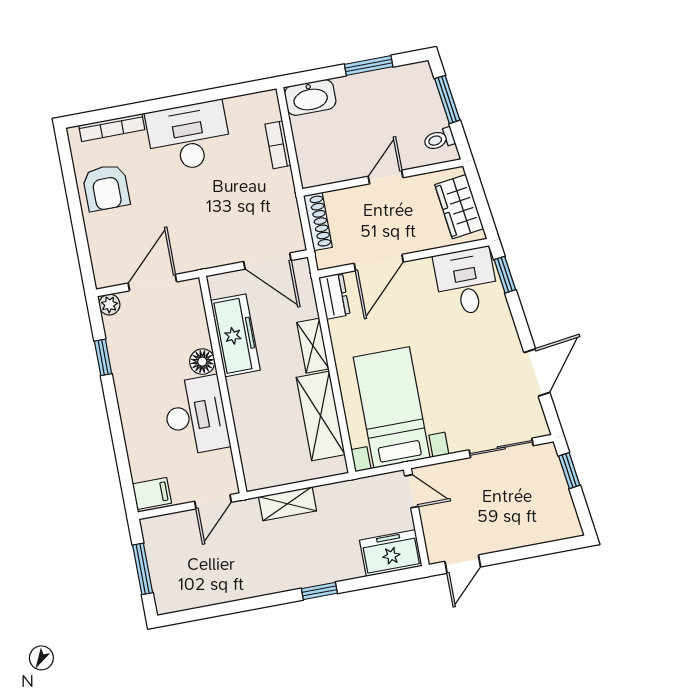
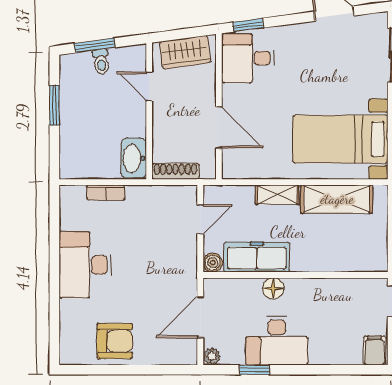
washbasin: (310, 97) -> (134, 158), moved, turned 180
bookcase: (112, 128) -> (66, 327), removed
toilet: (439, 139) -> (101, 62), moved
door: (386, 177) -> (149, 87), moved
door: (267, 261) -> (200, 219), width x0.73
door: (152, 283) -> (200, 317), hinge flipped
boiler: (219, 285) -> (213, 263), added
dresser: (334, 296) -> (240, 169), removed
desk: (196, 416) -> (277, 341), moved, turned 180

